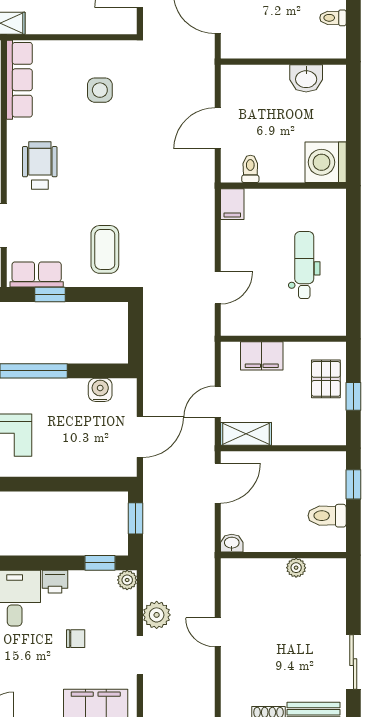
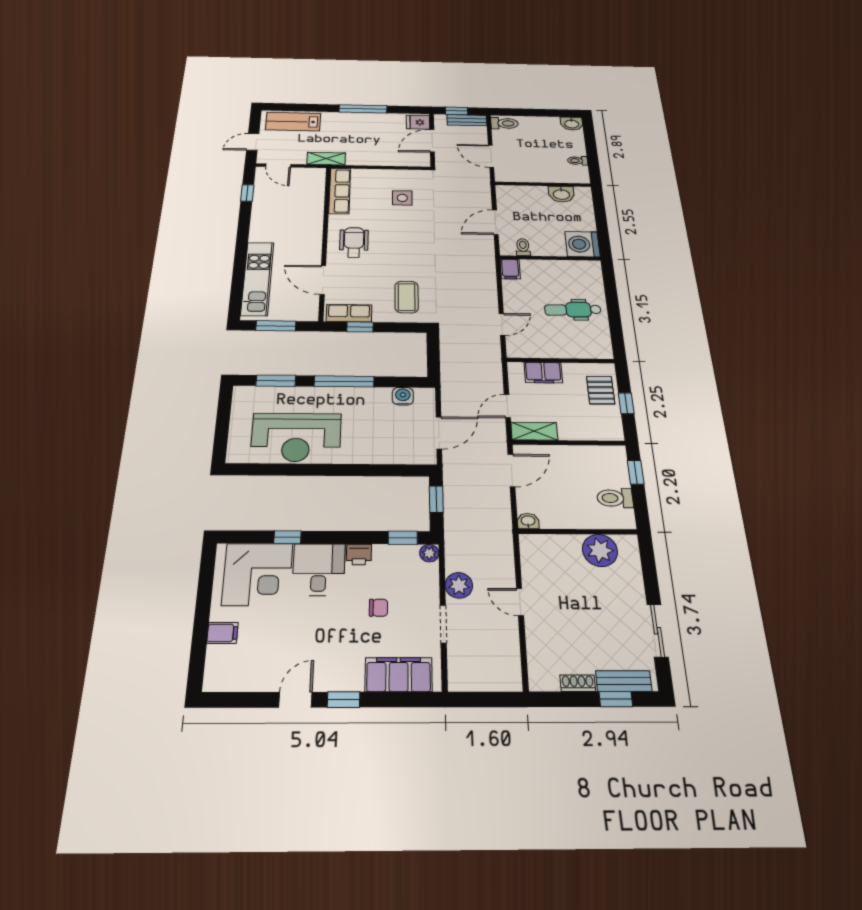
dental chair: (304, 265) -> (573, 310), turned -92
plant: (296, 568) -> (600, 550), width x1.88, depth x1.88

